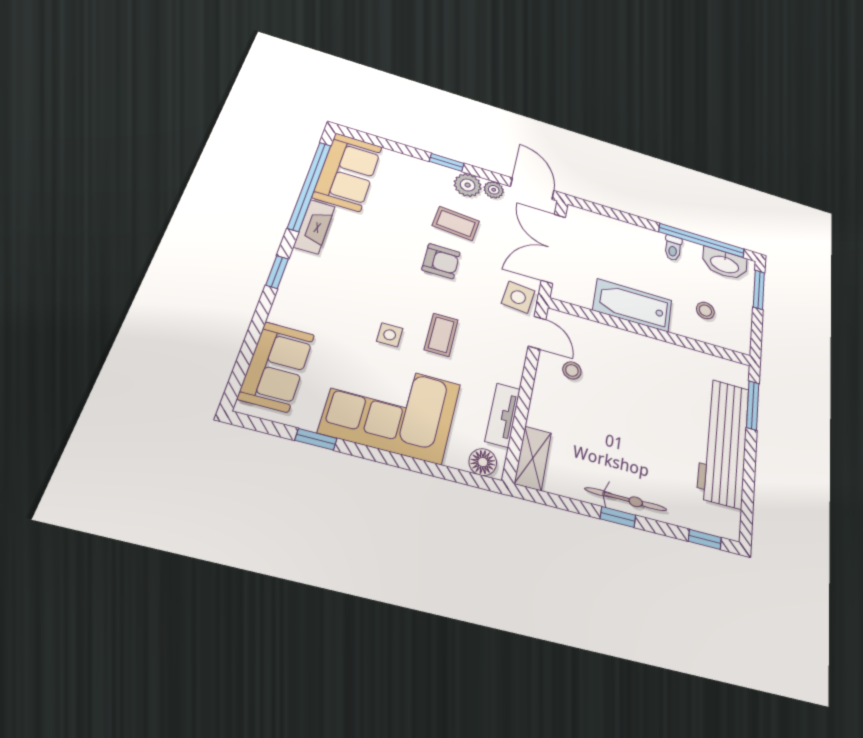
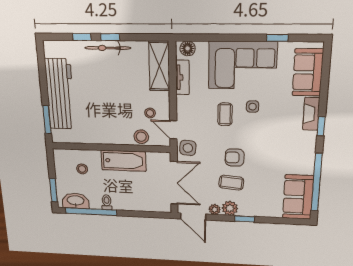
fireplace: (314, 227) -> (311, 114), moved
stool: (595, 336) -> (141, 137), added
shelving: (533, 458) -> (159, 66), width x1.50, depth x1.33
window: (705, 539) -> (82, 37), moved

